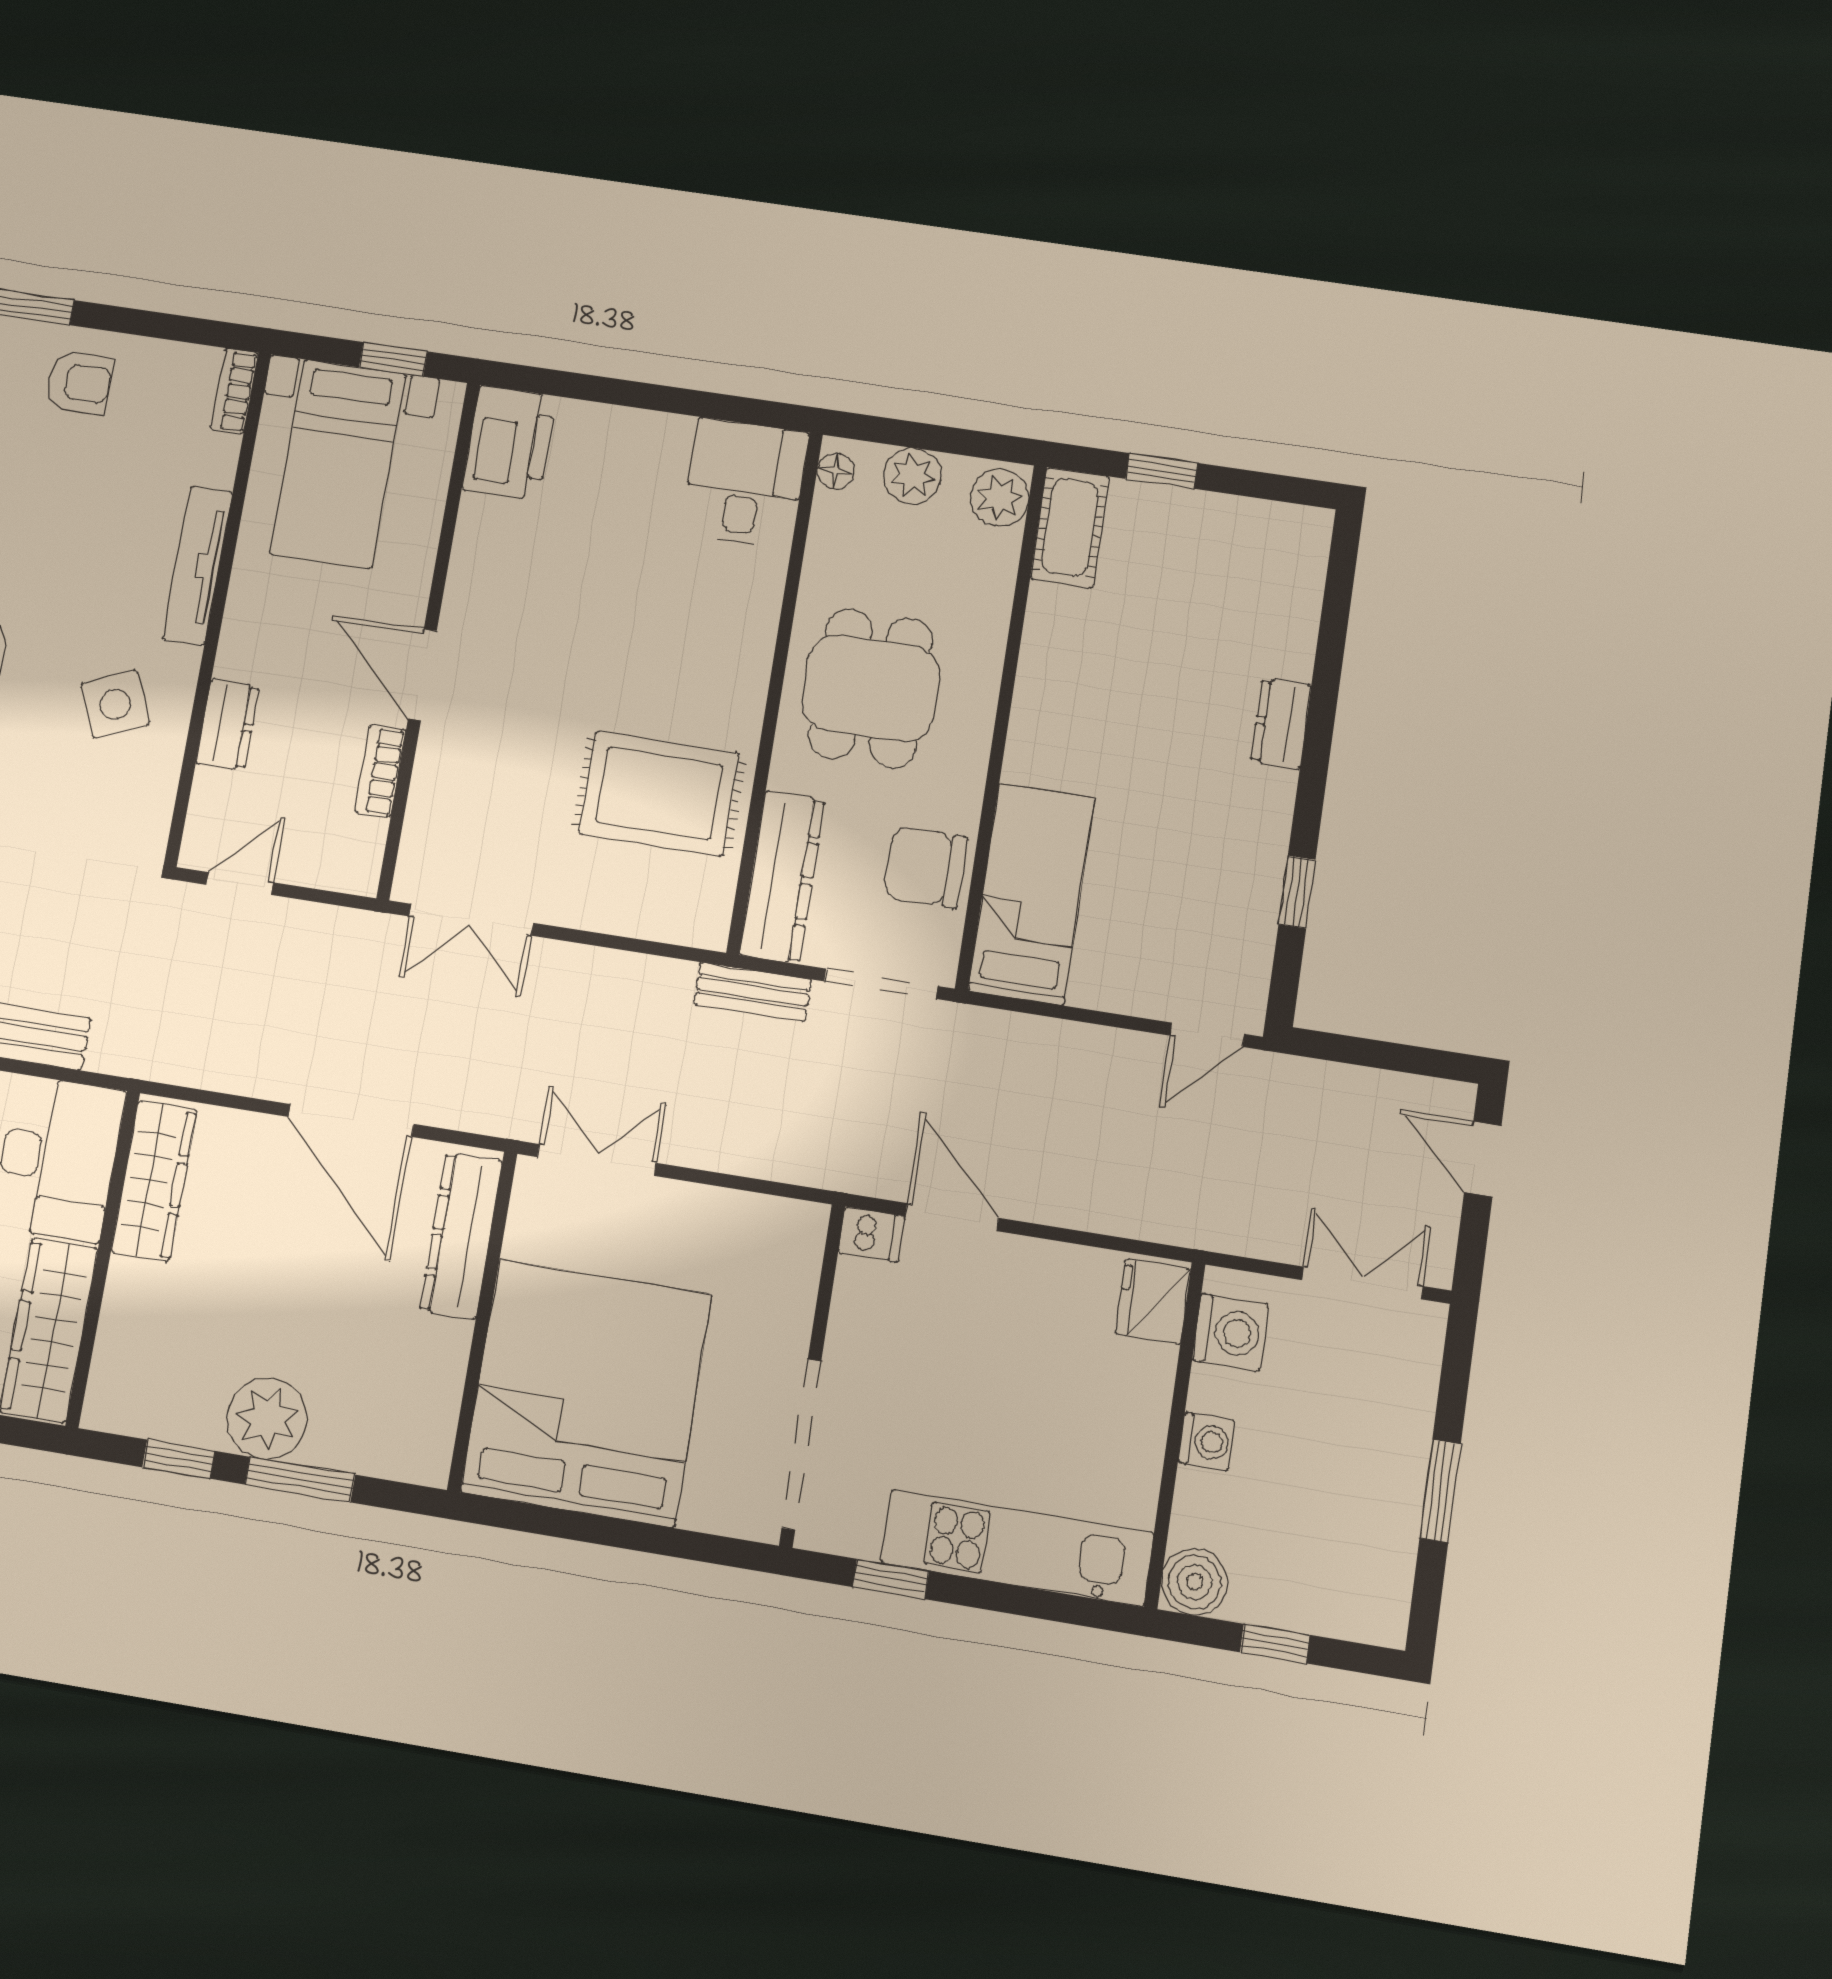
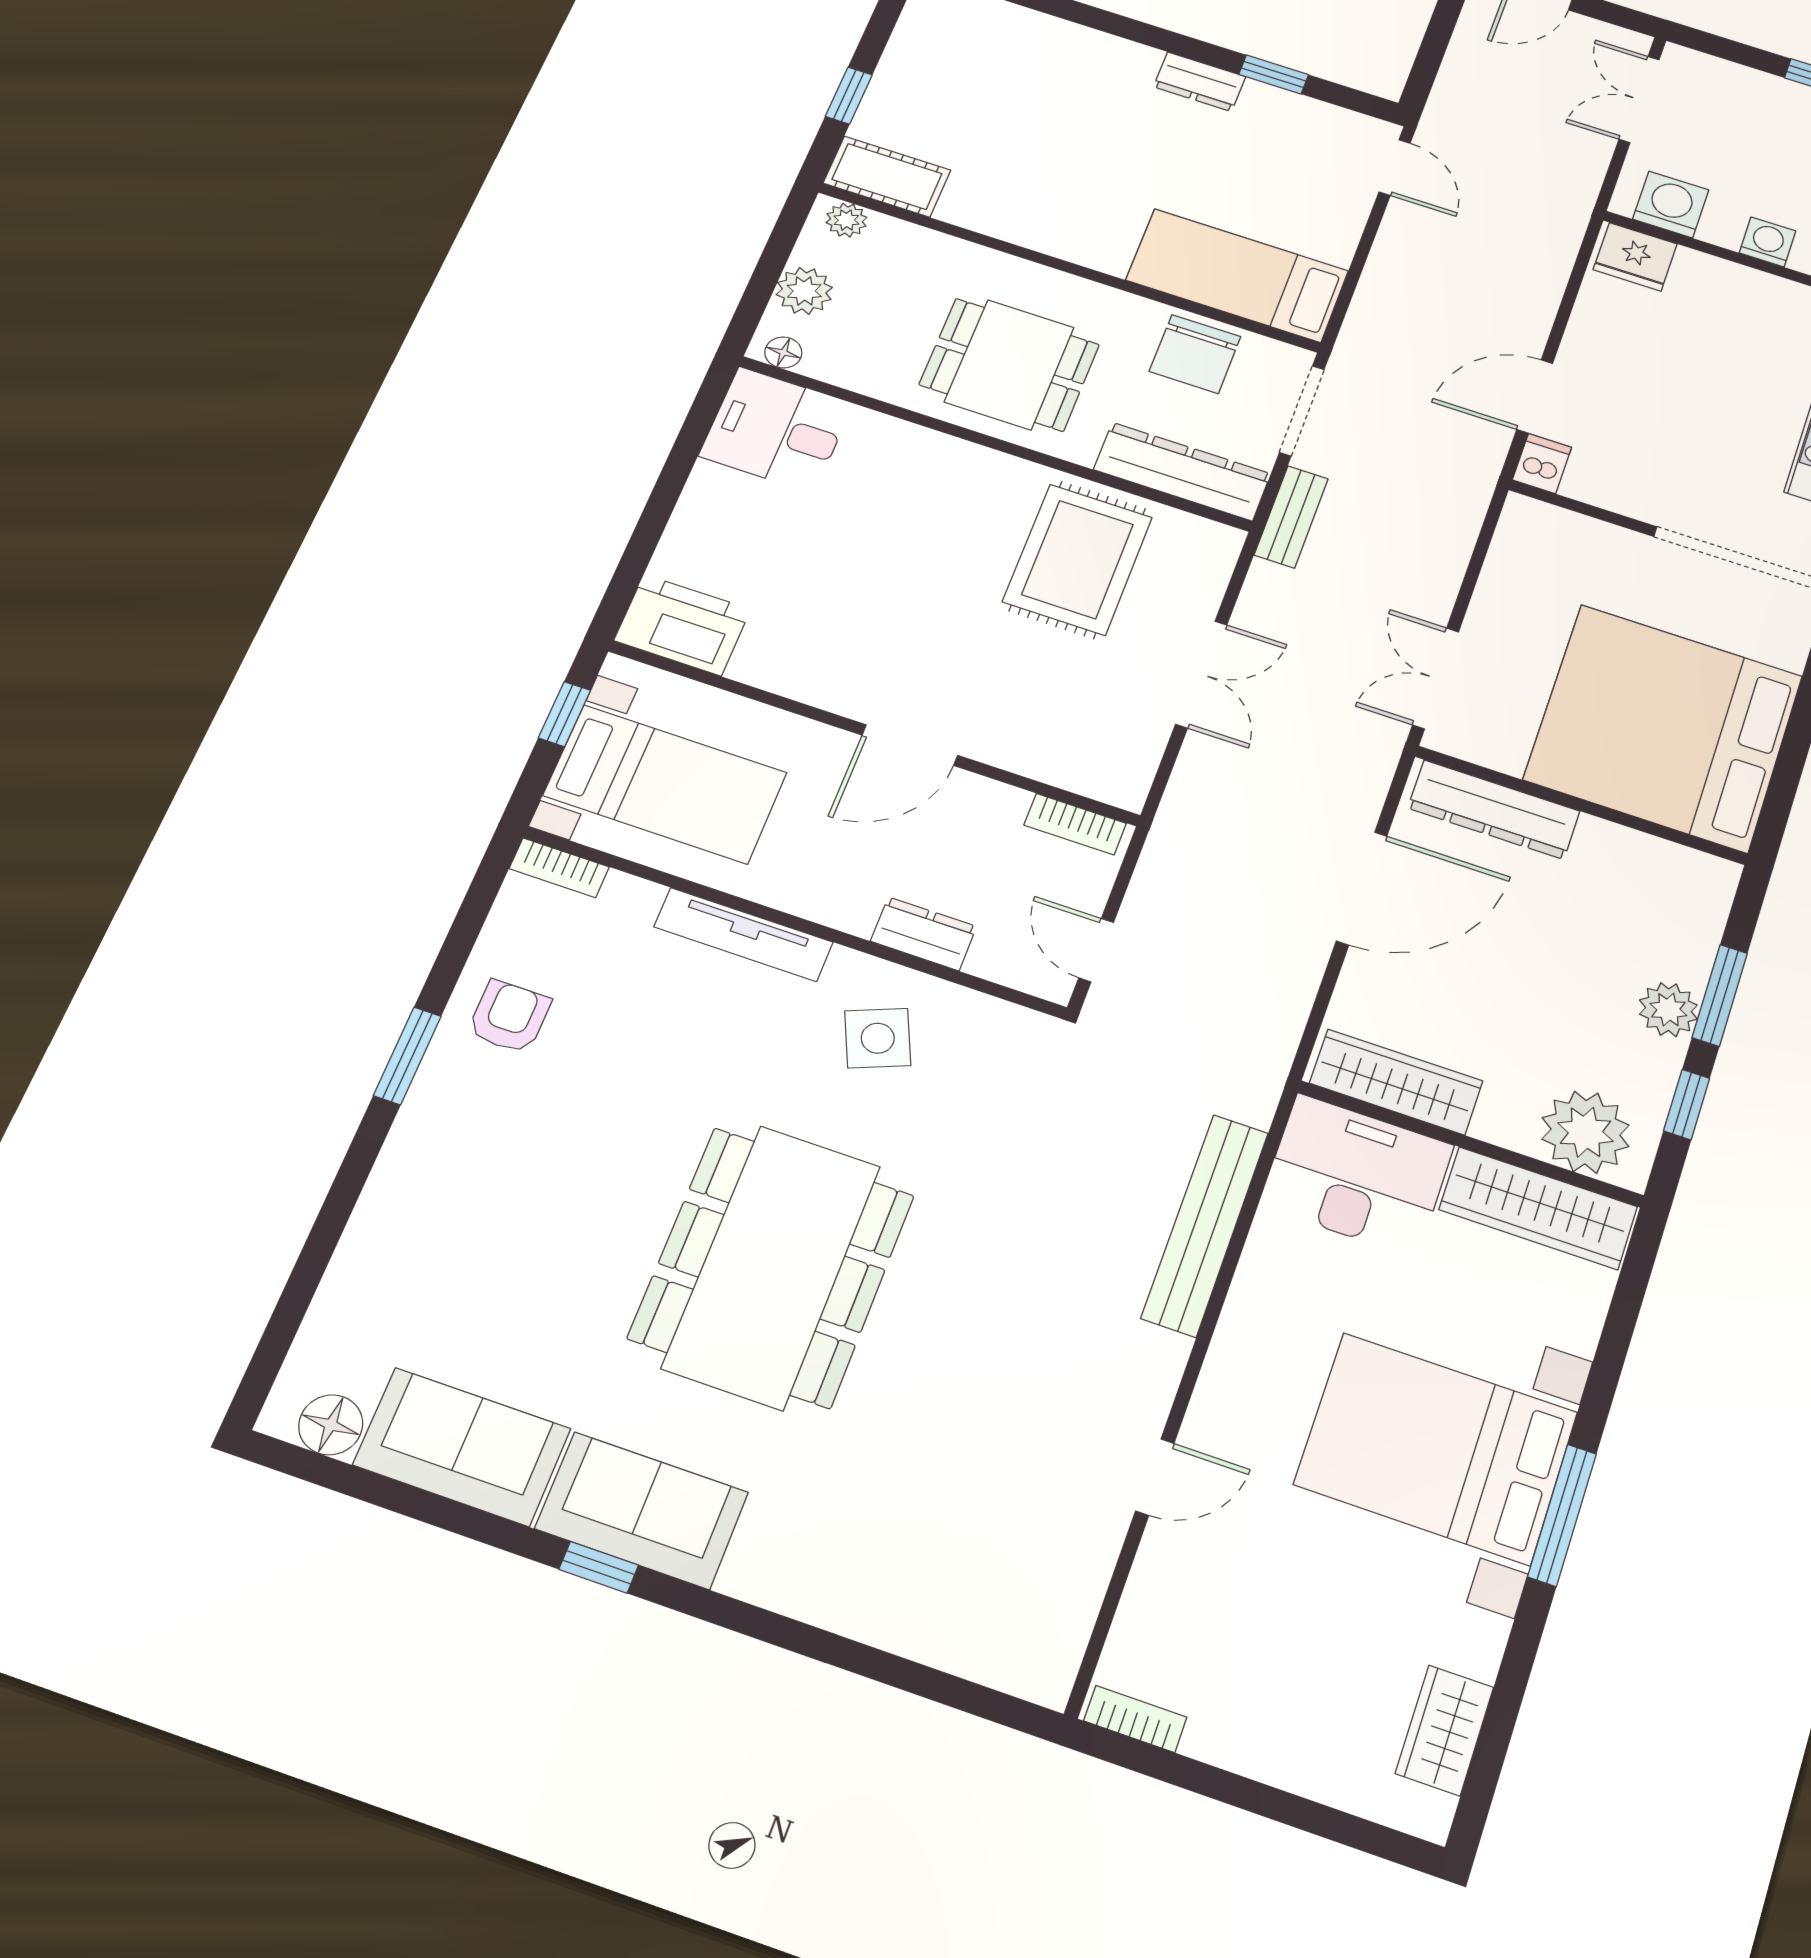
plant: (999, 498) -> (846, 220), width x0.73, depth x0.73
dresser: (1281, 723) -> (1199, 82), moved
bookcase: (380, 771) -> (1075, 824), moved
double door: (471, 920) -> (1201, 674), moved
plant: (133, 1366) -> (1585, 1132), added
plant: (267, 1419) -> (1668, 1010), width x0.73, depth x0.73

